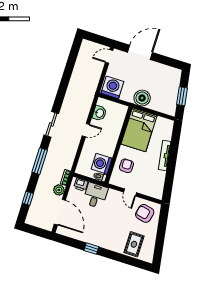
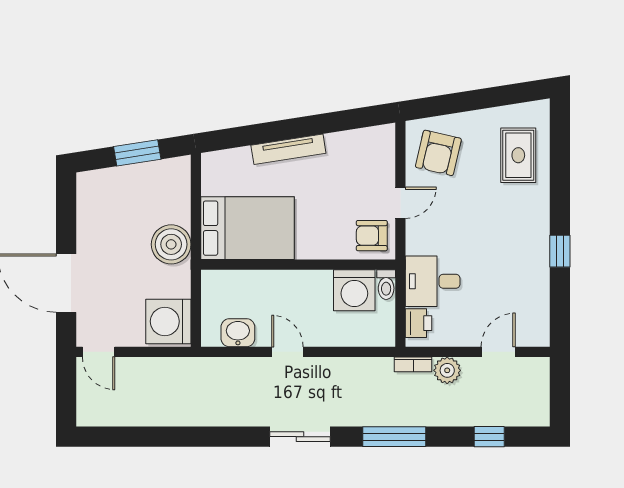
armchair: (126, 166) -> (372, 236), moved
door: (60, 212) -> (498, 352), width x0.53
rug: (134, 244) -> (518, 155), turned 90

